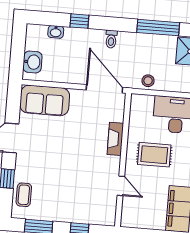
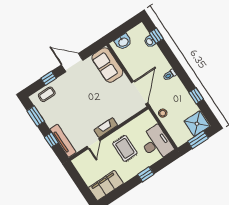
window: (79, 21) -> (156, 36), moved
window: (158, 28) -> (196, 96), width x0.46
fireplace: (115, 139) -> (106, 128), moved
tv unit: (91, 218) -> (63, 141), added

